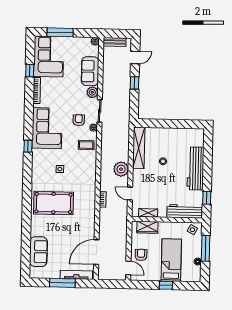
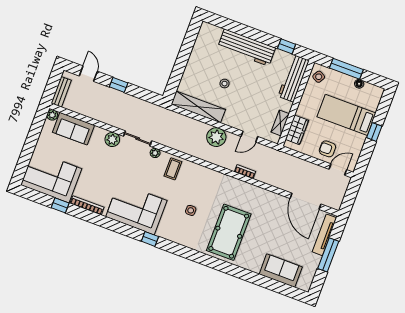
window: (60, 32) -> (27, 153), removed
sofa: (90, 71) -> (74, 129), moved
armchair: (79, 120) -> (140, 167), removed

